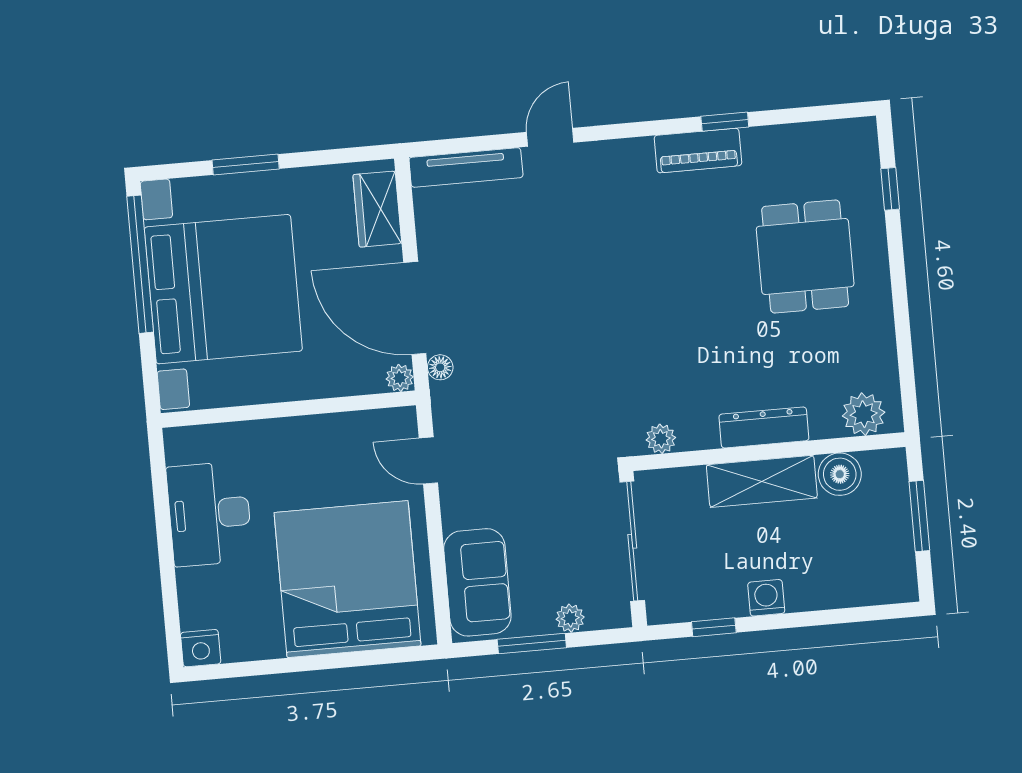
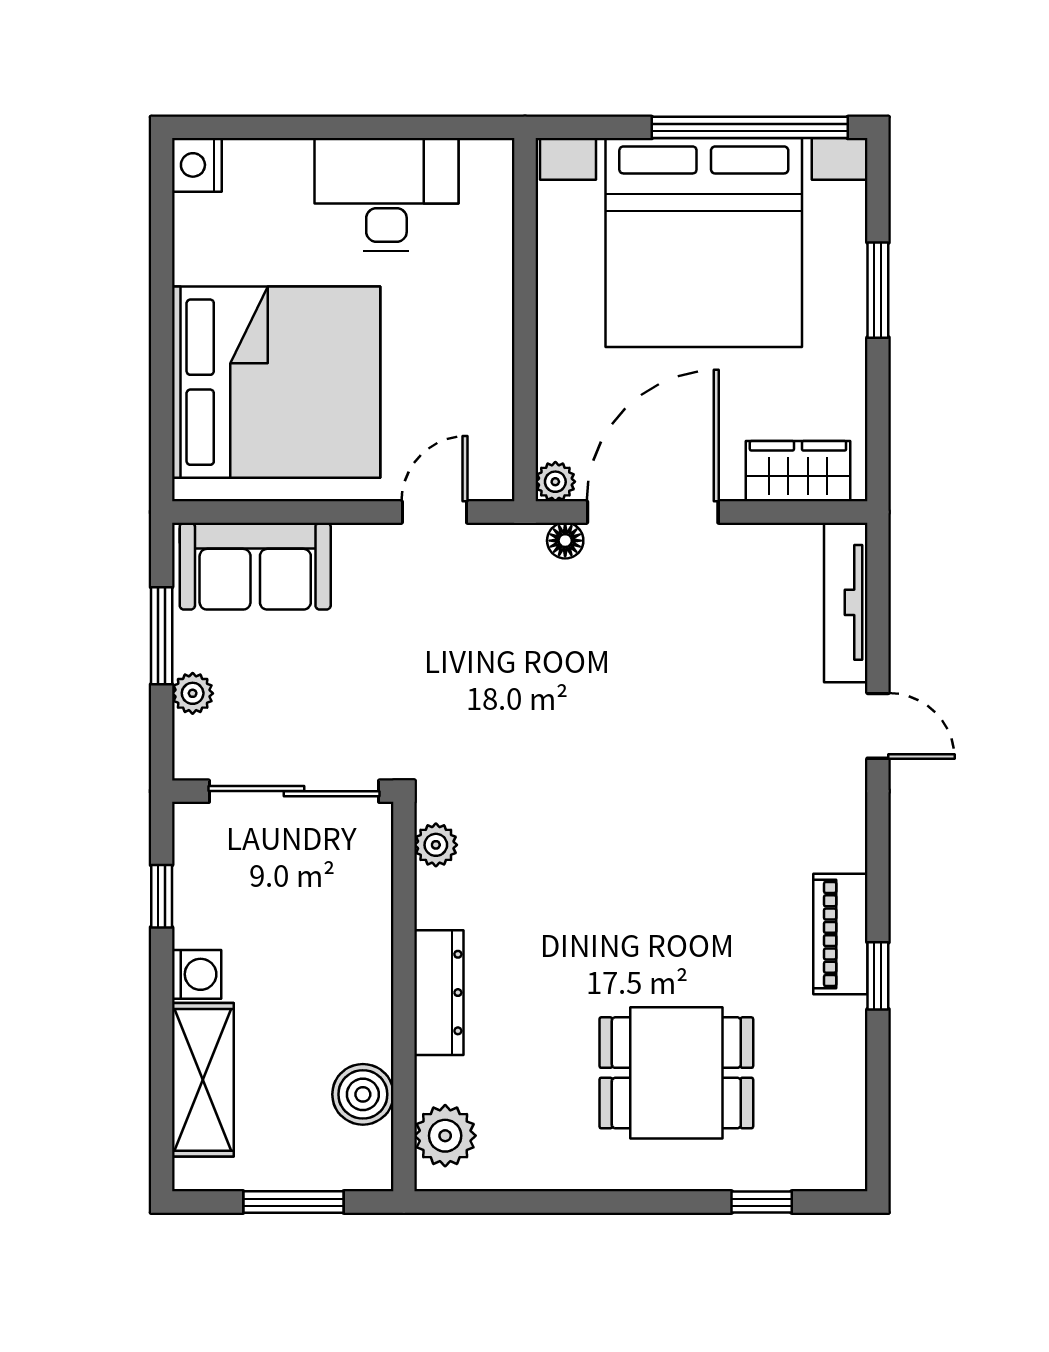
shelving: (762, 481) -> (203, 1080), moved

